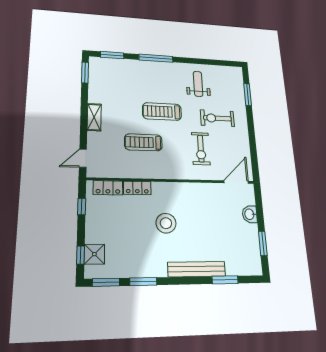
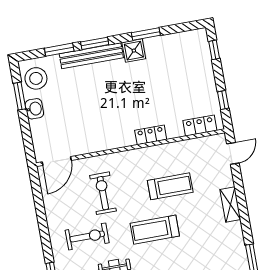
treadmill: (162, 112) -> (155, 230), turned 180
locker: (137, 188) -> (151, 135), moved
washbasin: (250, 214) -> (34, 109), moved
stool: (166, 223) -> (36, 78), moved
shower: (94, 254) -> (134, 51), moved
window: (106, 282) -> (95, 43), moved

